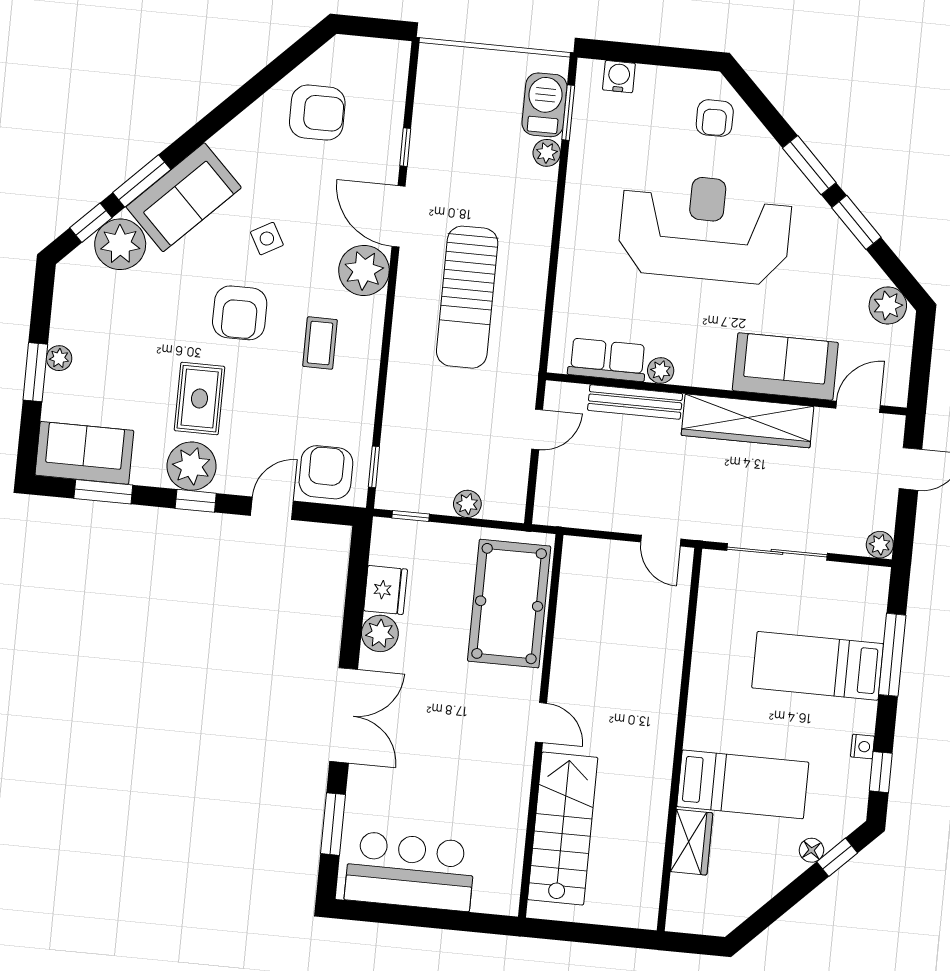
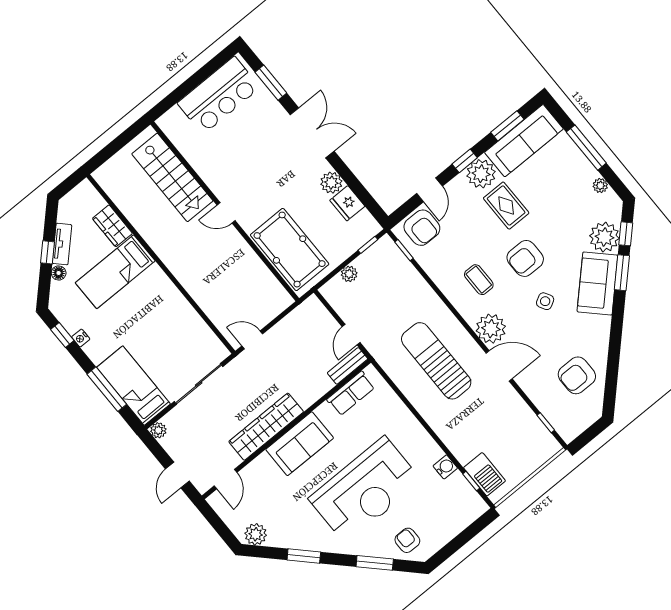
water cooler: (619, 77) -> (445, 467), moved, turned -90
window: (568, 113) -> (471, 481), width x0.67
window: (405, 147) -> (546, 423), moved
plant: (547, 153) -> (463, 455), removed
window: (809, 165) -> (375, 563), moved
armchair: (240, 313) -> (525, 258), turned -90
plant: (59, 358) -> (600, 186), moved
sofa: (785, 366) -> (300, 444), moved
plant: (661, 371) -> (324, 411), removed
window: (35, 372) -> (586, 148), width x1.44
bench: (635, 402) -> (348, 366), moved, width x0.73
sofa: (84, 453) -> (524, 141), width x1.36
bed: (818, 666) -> (133, 386), moved, turned -90
double door: (344, 715) -> (312, 133), swing flipped
window: (837, 857) -> (48, 252), moved
tv unit: (773, 880) -> (62, 244), added

